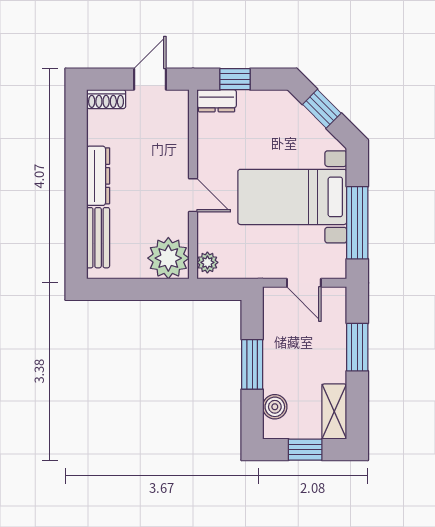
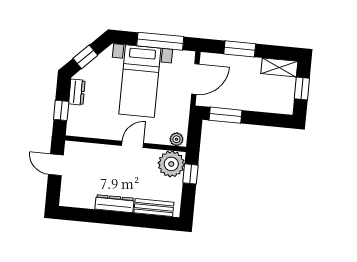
shoe rack: (106, 99) -> (66, 194), removed
dresser: (217, 101) -> (77, 92), moved
door: (304, 283) -> (195, 79), width x1.38
window: (156, 289) -> (190, 174), added
window: (252, 364) -> (225, 115), moved
boiler: (275, 407) -> (273, 105), removed

